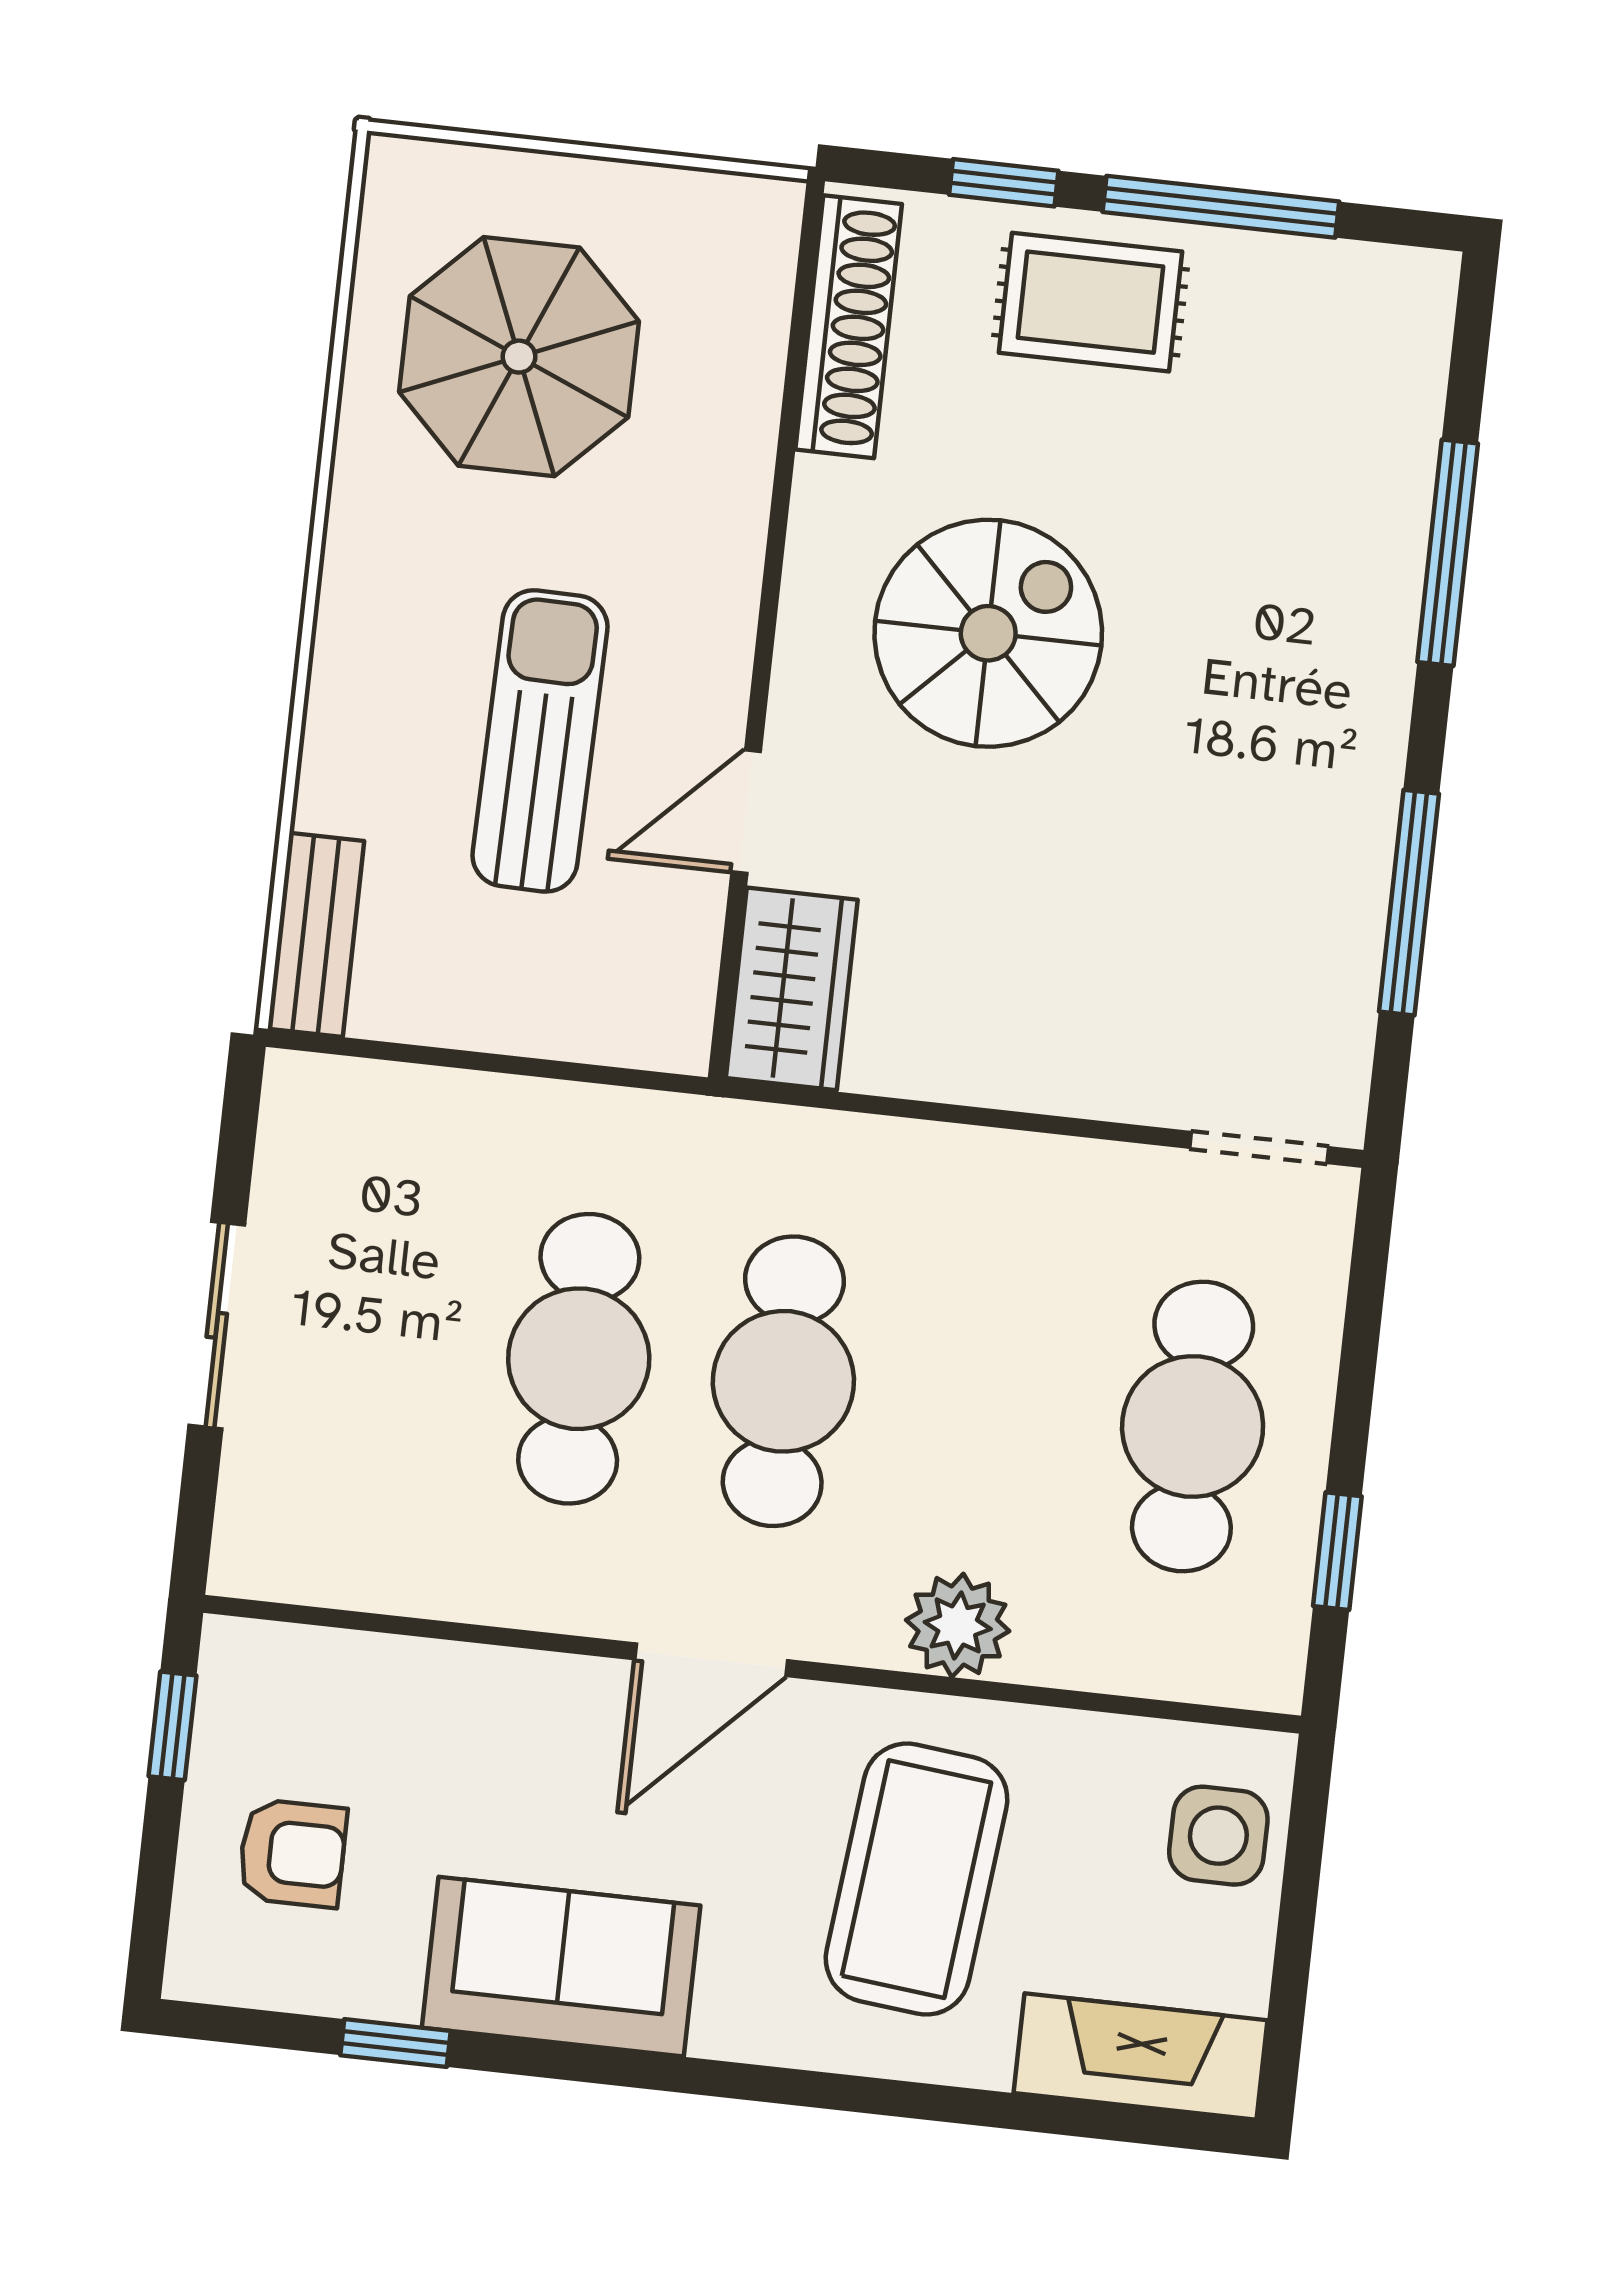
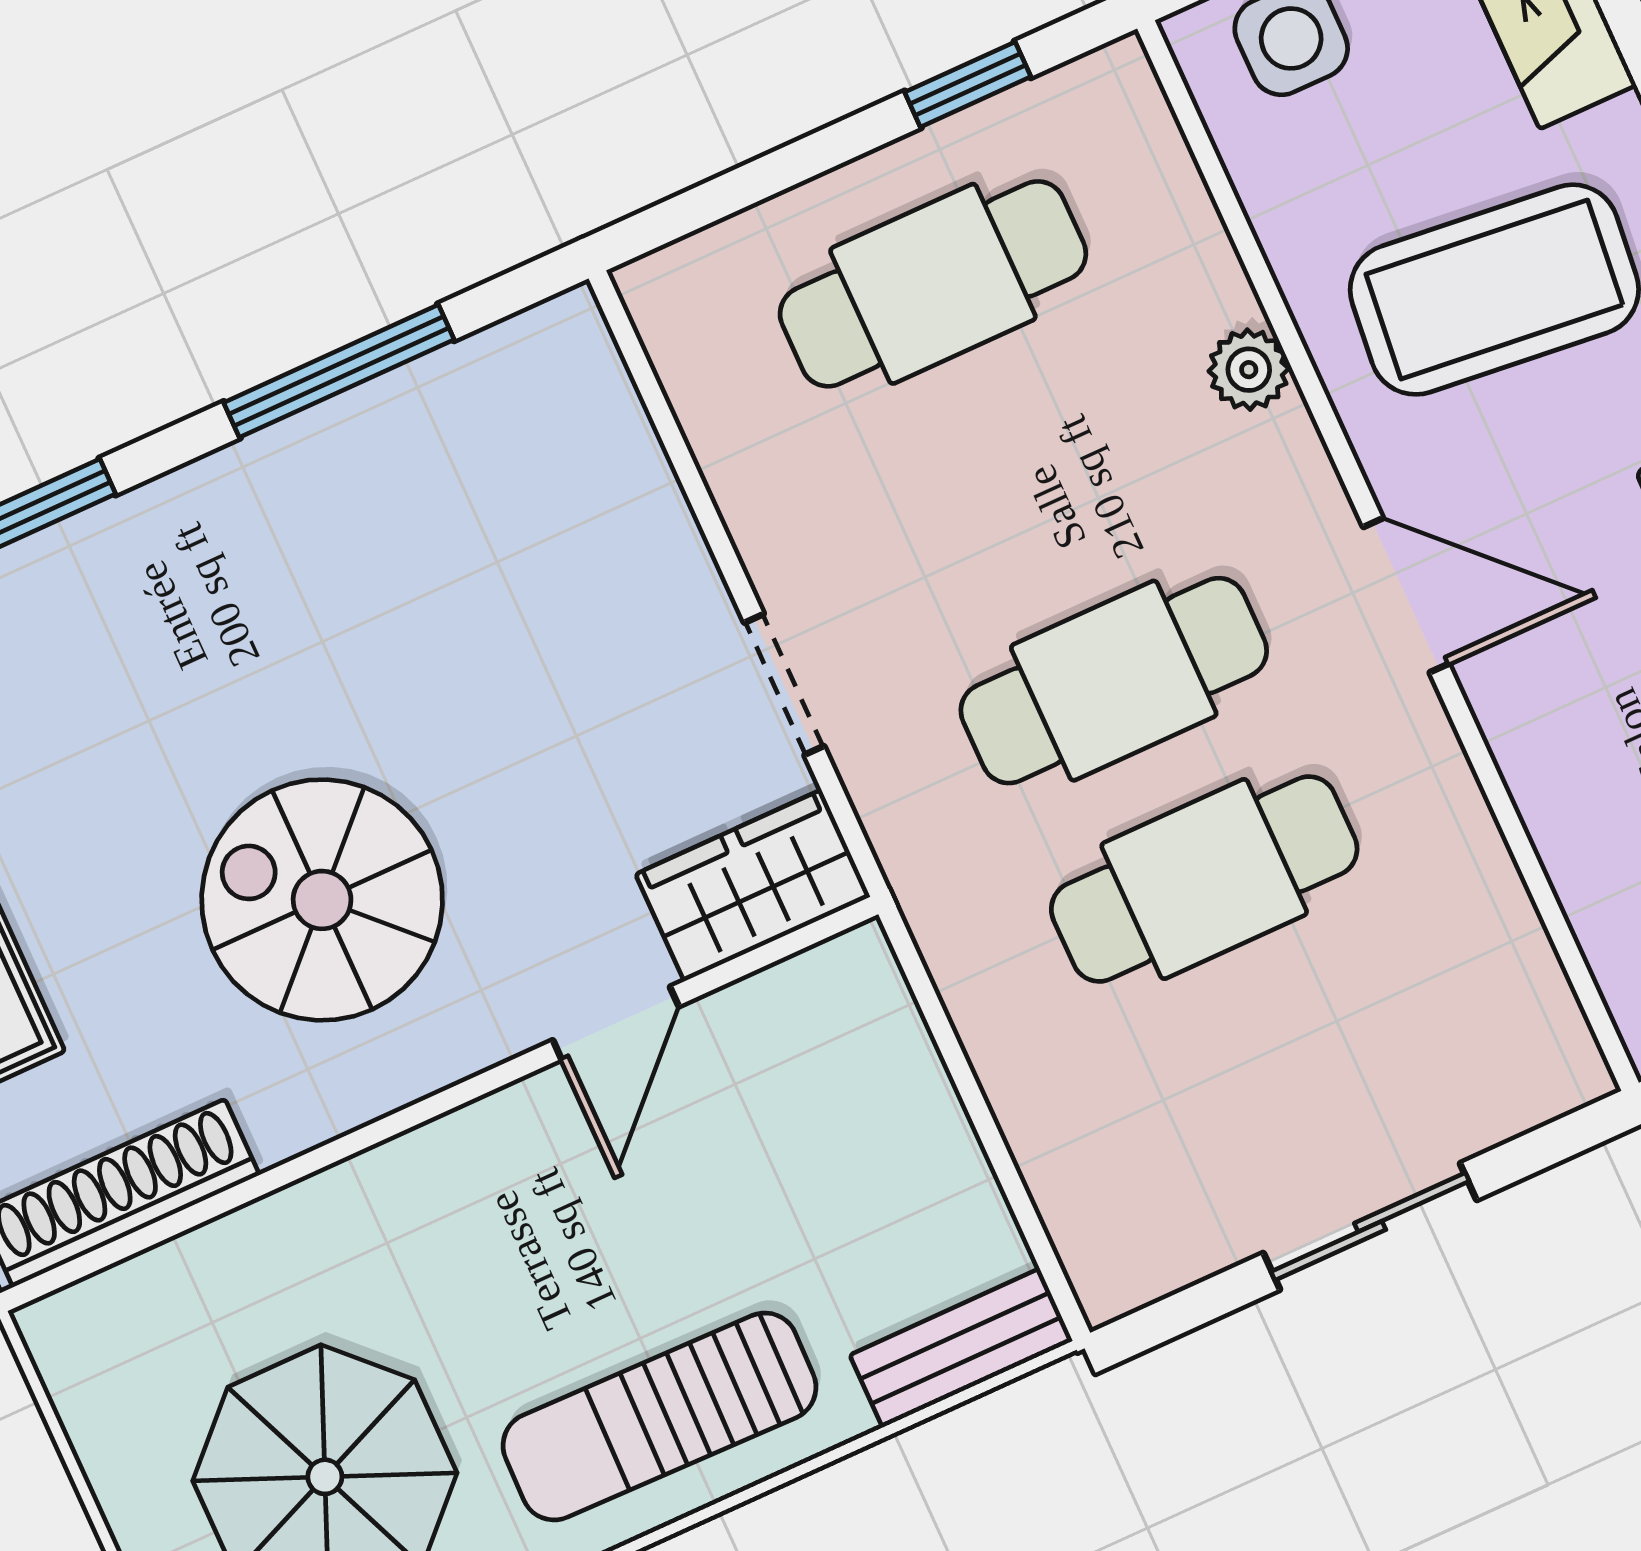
sun lounger: (540, 741) -> (660, 1416), moved
door: (746, 812) -> (616, 1023), hinge flipped
doorway: (1259, 1147) -> (784, 684), moved
plant: (958, 1625) -> (1249, 370), width x0.73, depth x0.73

